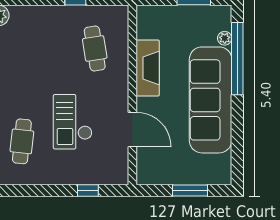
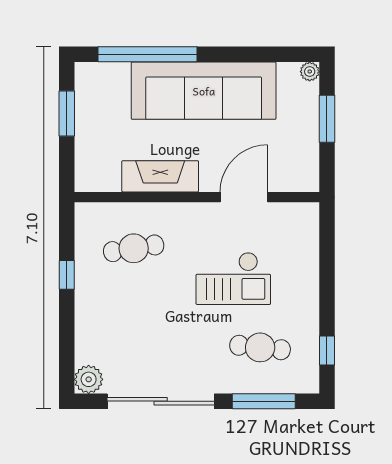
plant: (225, 38) -> (310, 72), moved
window: (88, 191) -> (327, 351), moved

